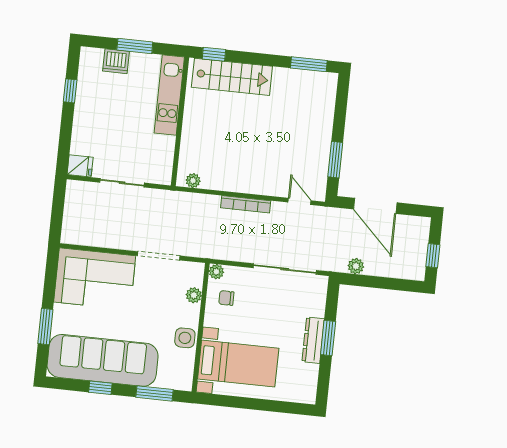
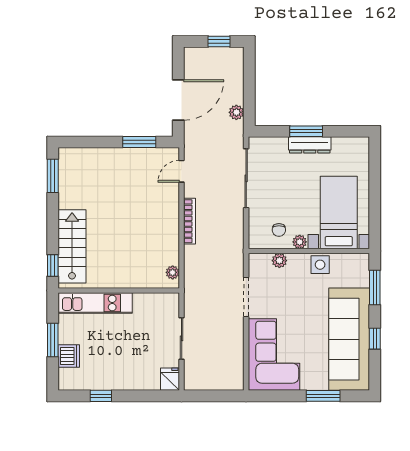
plant: (216, 272) -> (300, 242), moved

